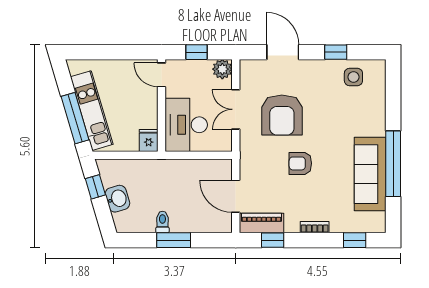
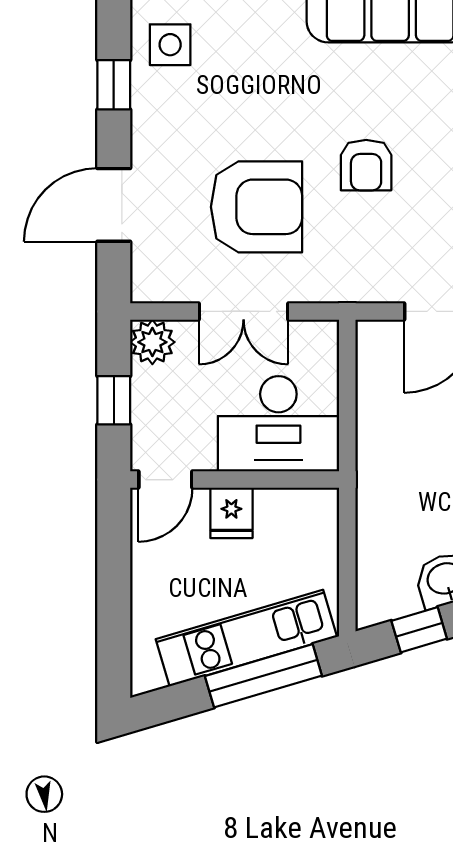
fridge: (149, 140) -> (231, 513), moved, turned -90

